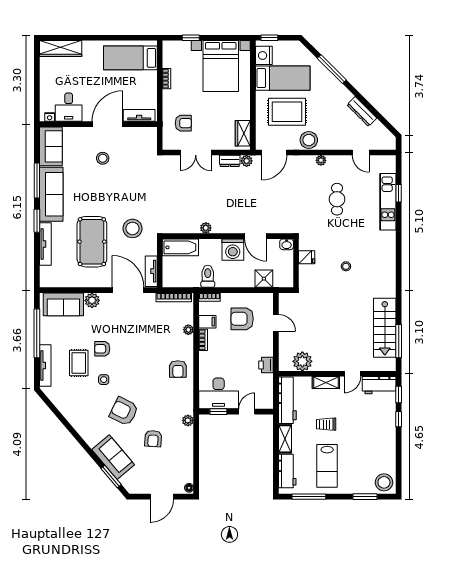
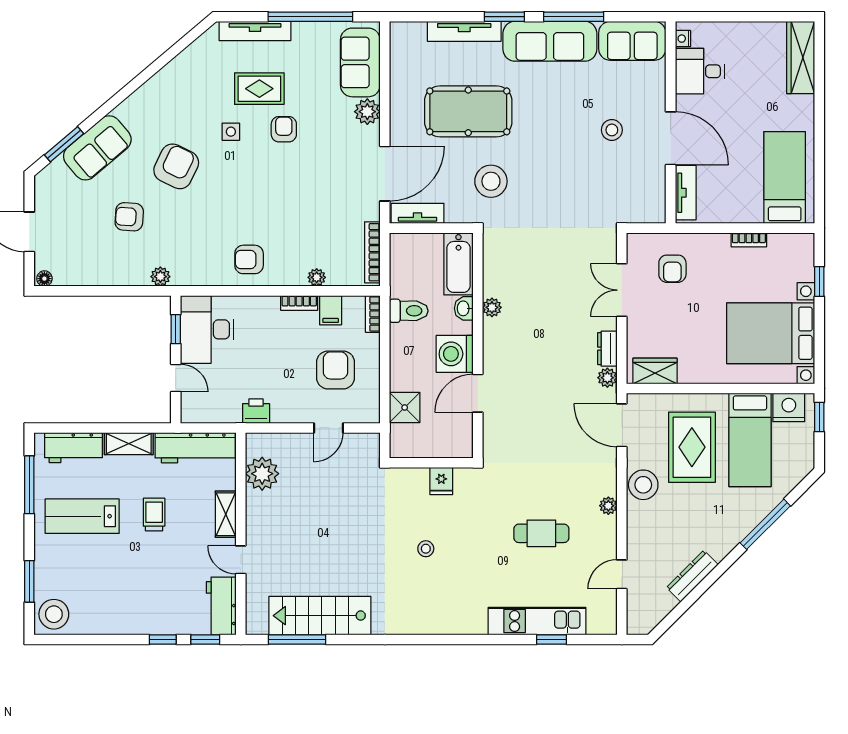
washbasin: (287, 244) -> (464, 308), moved

